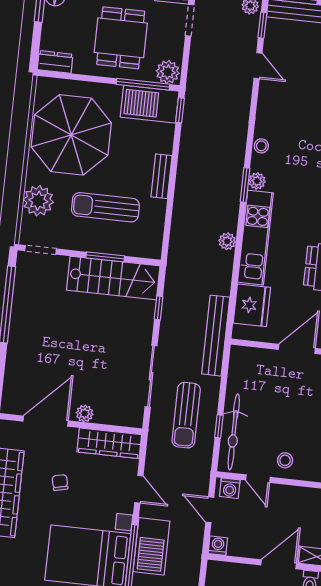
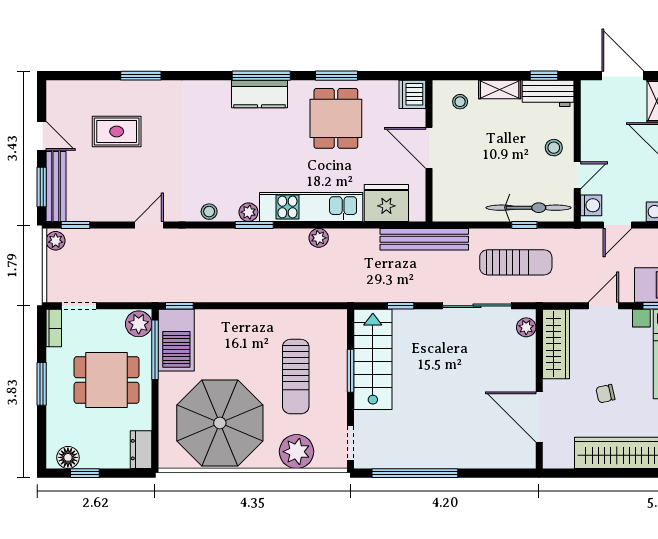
door: (258, 66) -> (149, 225), moved
bench: (161, 176) -> (255, 318), removed
plant: (85, 414) -> (526, 327), moved

